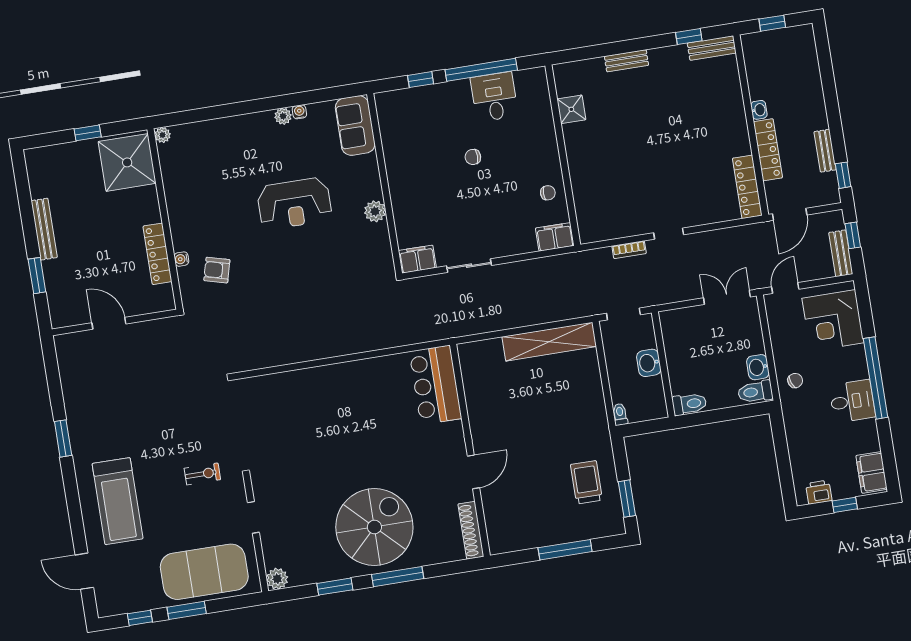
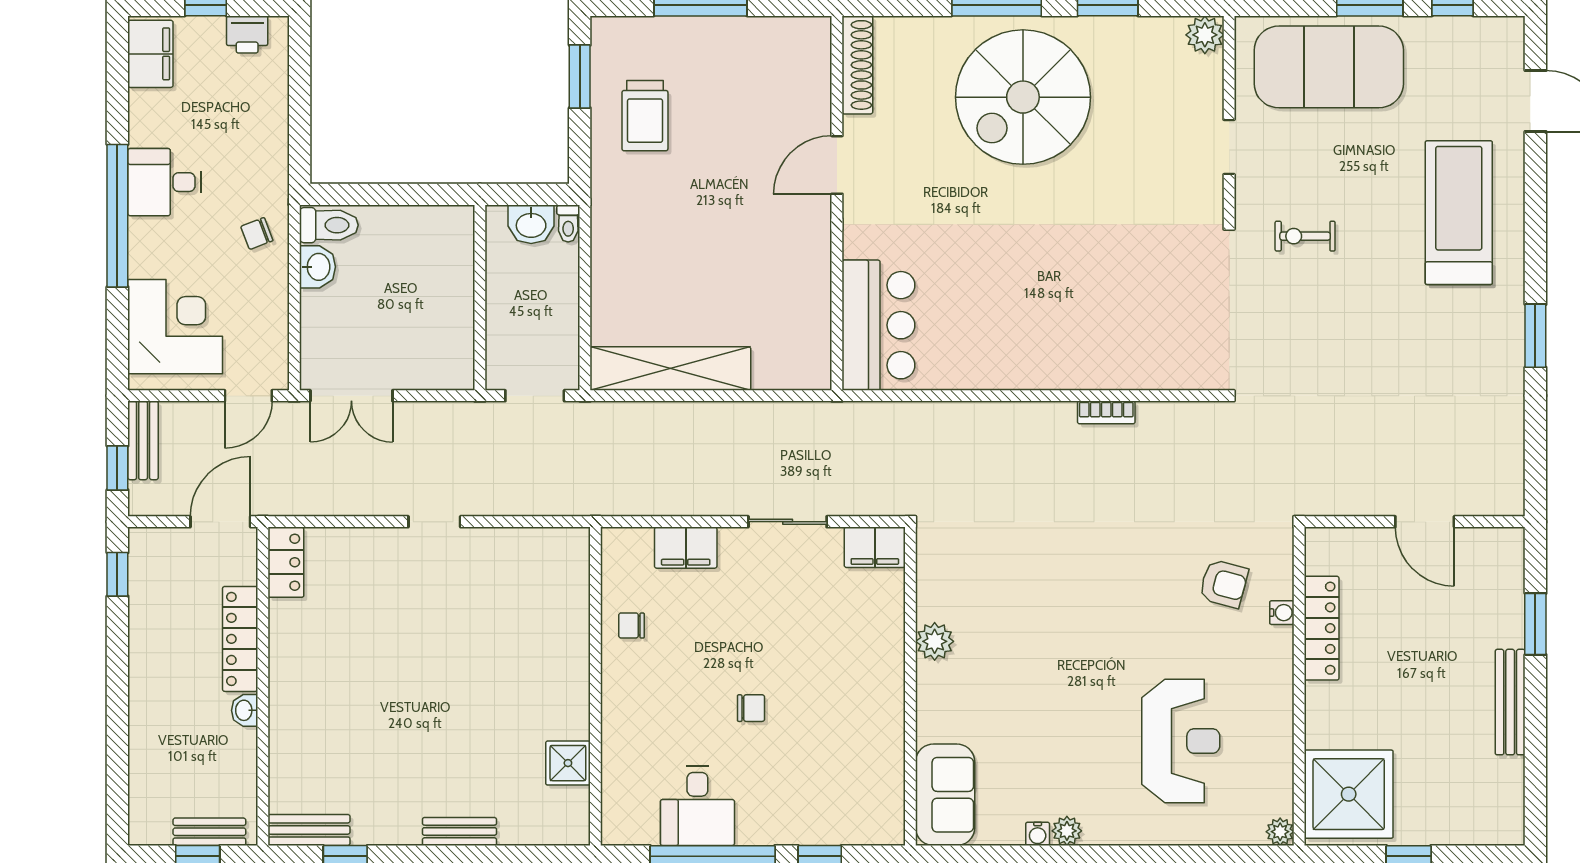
bench: (825, 151) -> (209, 832), moved, turned 90
locker: (747, 187) -> (286, 562), width x0.66
reception desk: (294, 203) -> (1181, 741), moved, turned 90
filing cabinet: (555, 237) -> (686, 548), moved
bookcase: (629, 250) -> (1106, 412), moved, turned 180
washbasin: (649, 363) -> (531, 224), moved, turned 90
toilet: (689, 404) -> (446, 222), removed

